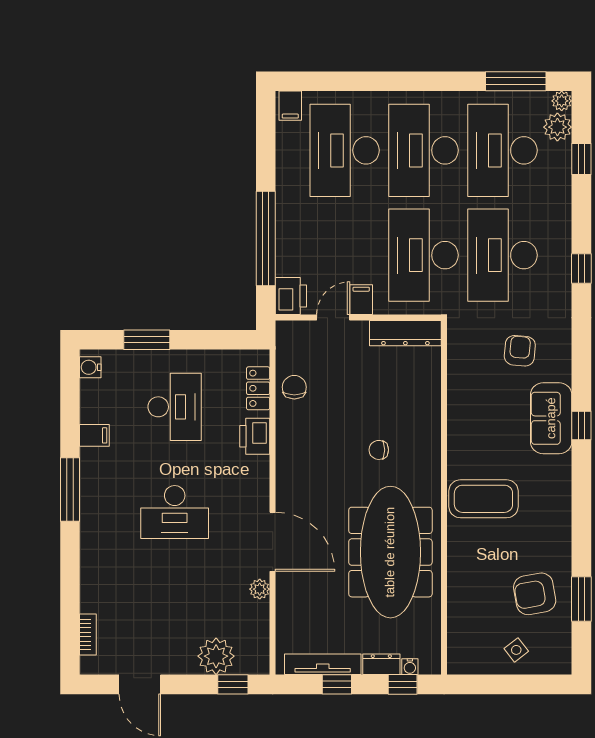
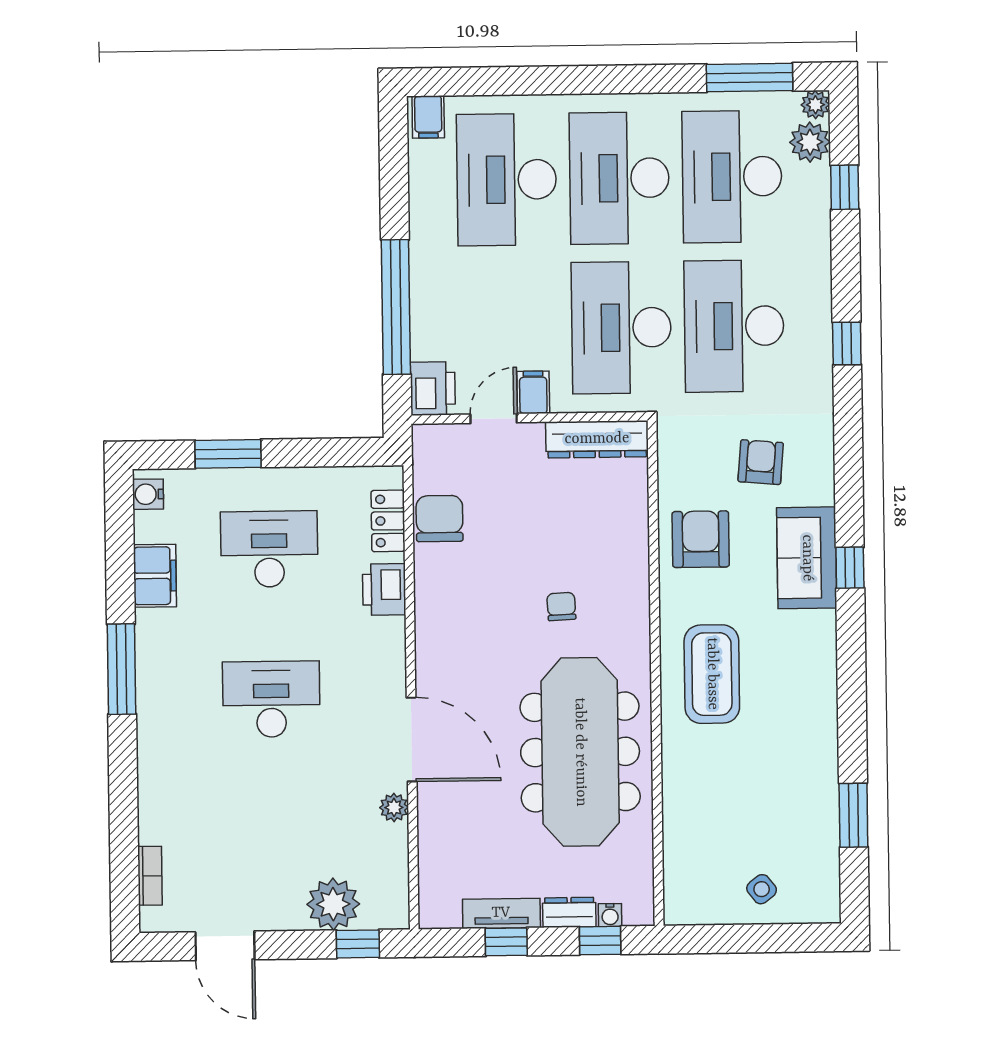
chair: (294, 387) -> (439, 519), width x1.37, depth x1.37
desk: (175, 407) -> (269, 549), turned -90
filing cabinet: (94, 435) -> (155, 576), width x2.00
chair: (379, 450) -> (561, 606), turned 87
coffee table: (483, 499) -> (712, 674), turned 90
desk: (175, 512) -> (271, 699), turned 180
armchair: (535, 594) -> (701, 539), moved, turned 100
tv unit: (323, 664) -> (501, 913), width x0.71

